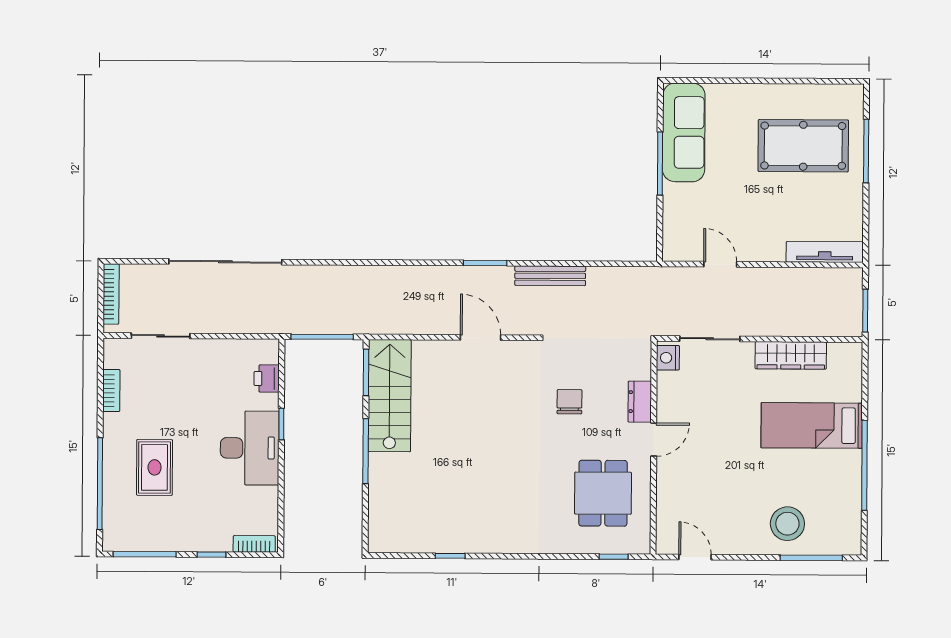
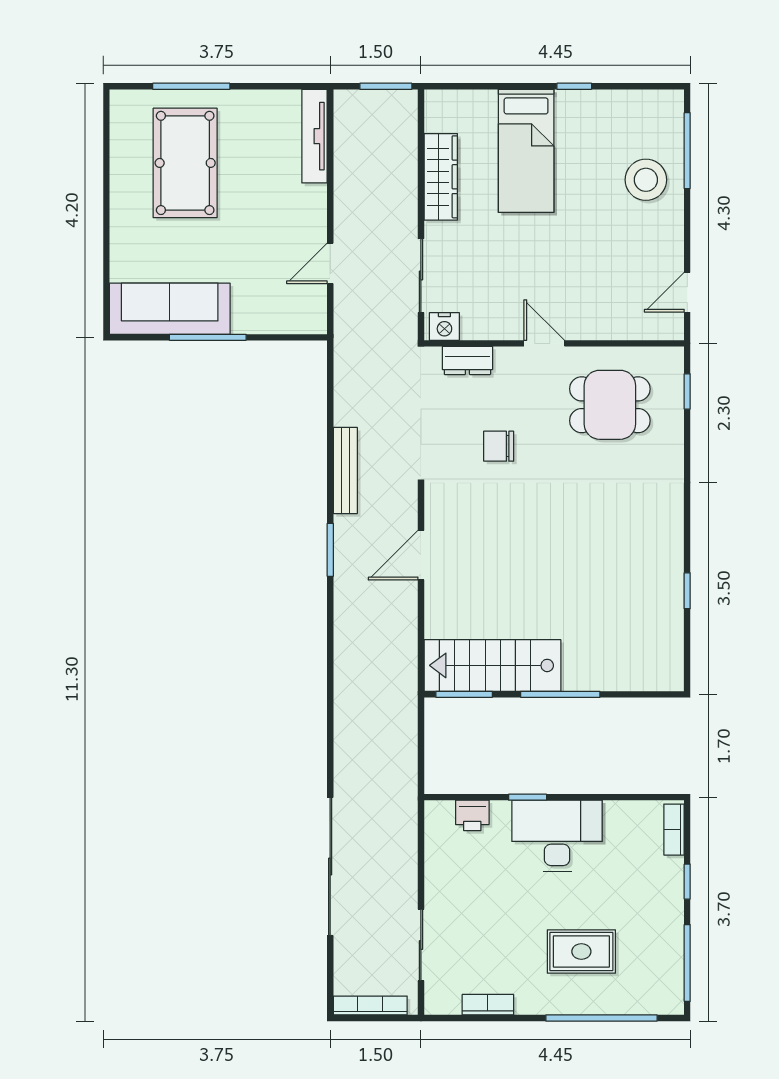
window: (322, 337) -> (421, 748), removed
dresser: (640, 402) -> (467, 361), moved
window: (864, 465) -> (574, 86), width x0.32

